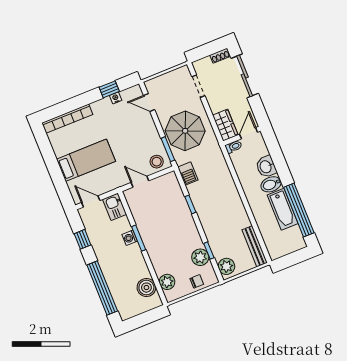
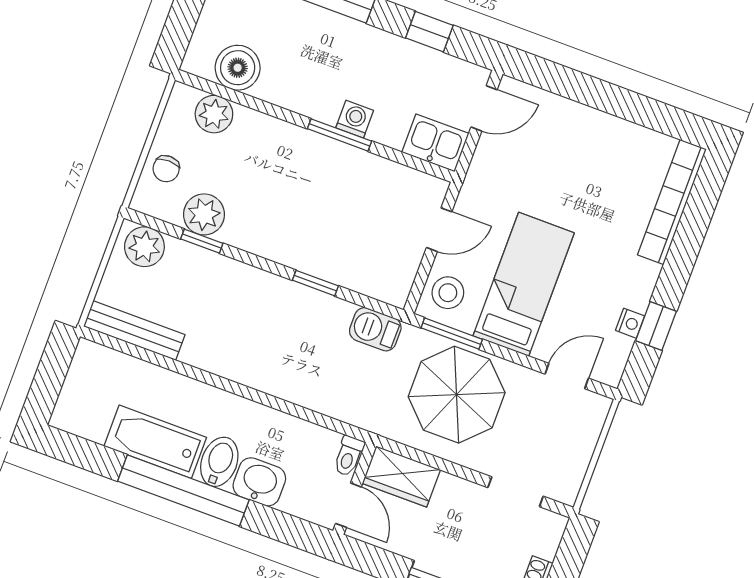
bed: (86, 160) -> (524, 284), moved, turned 180
window: (299, 210) -> (183, 491), moved

